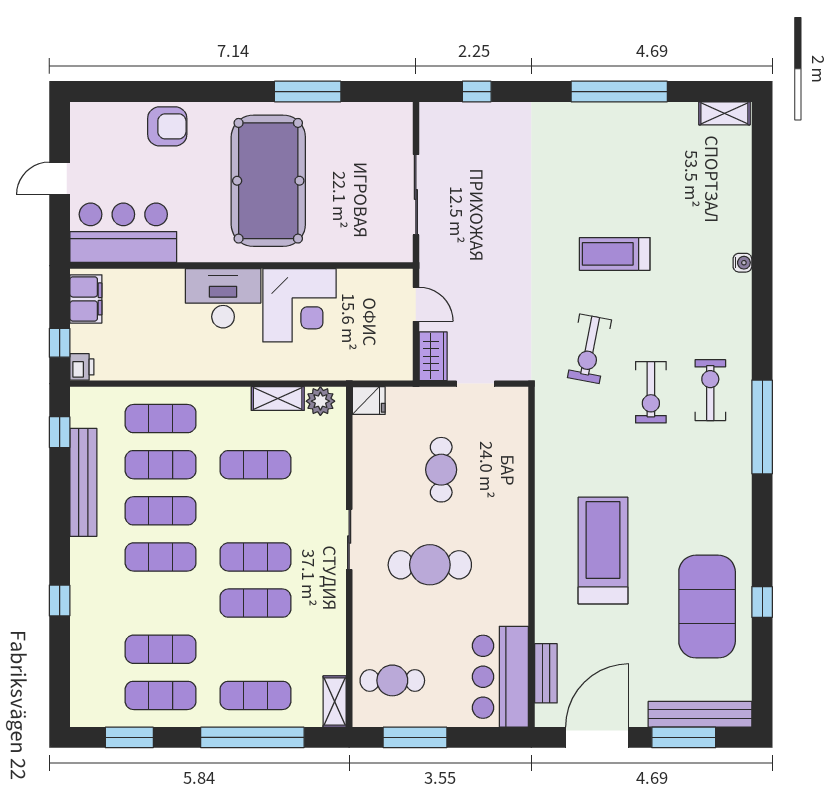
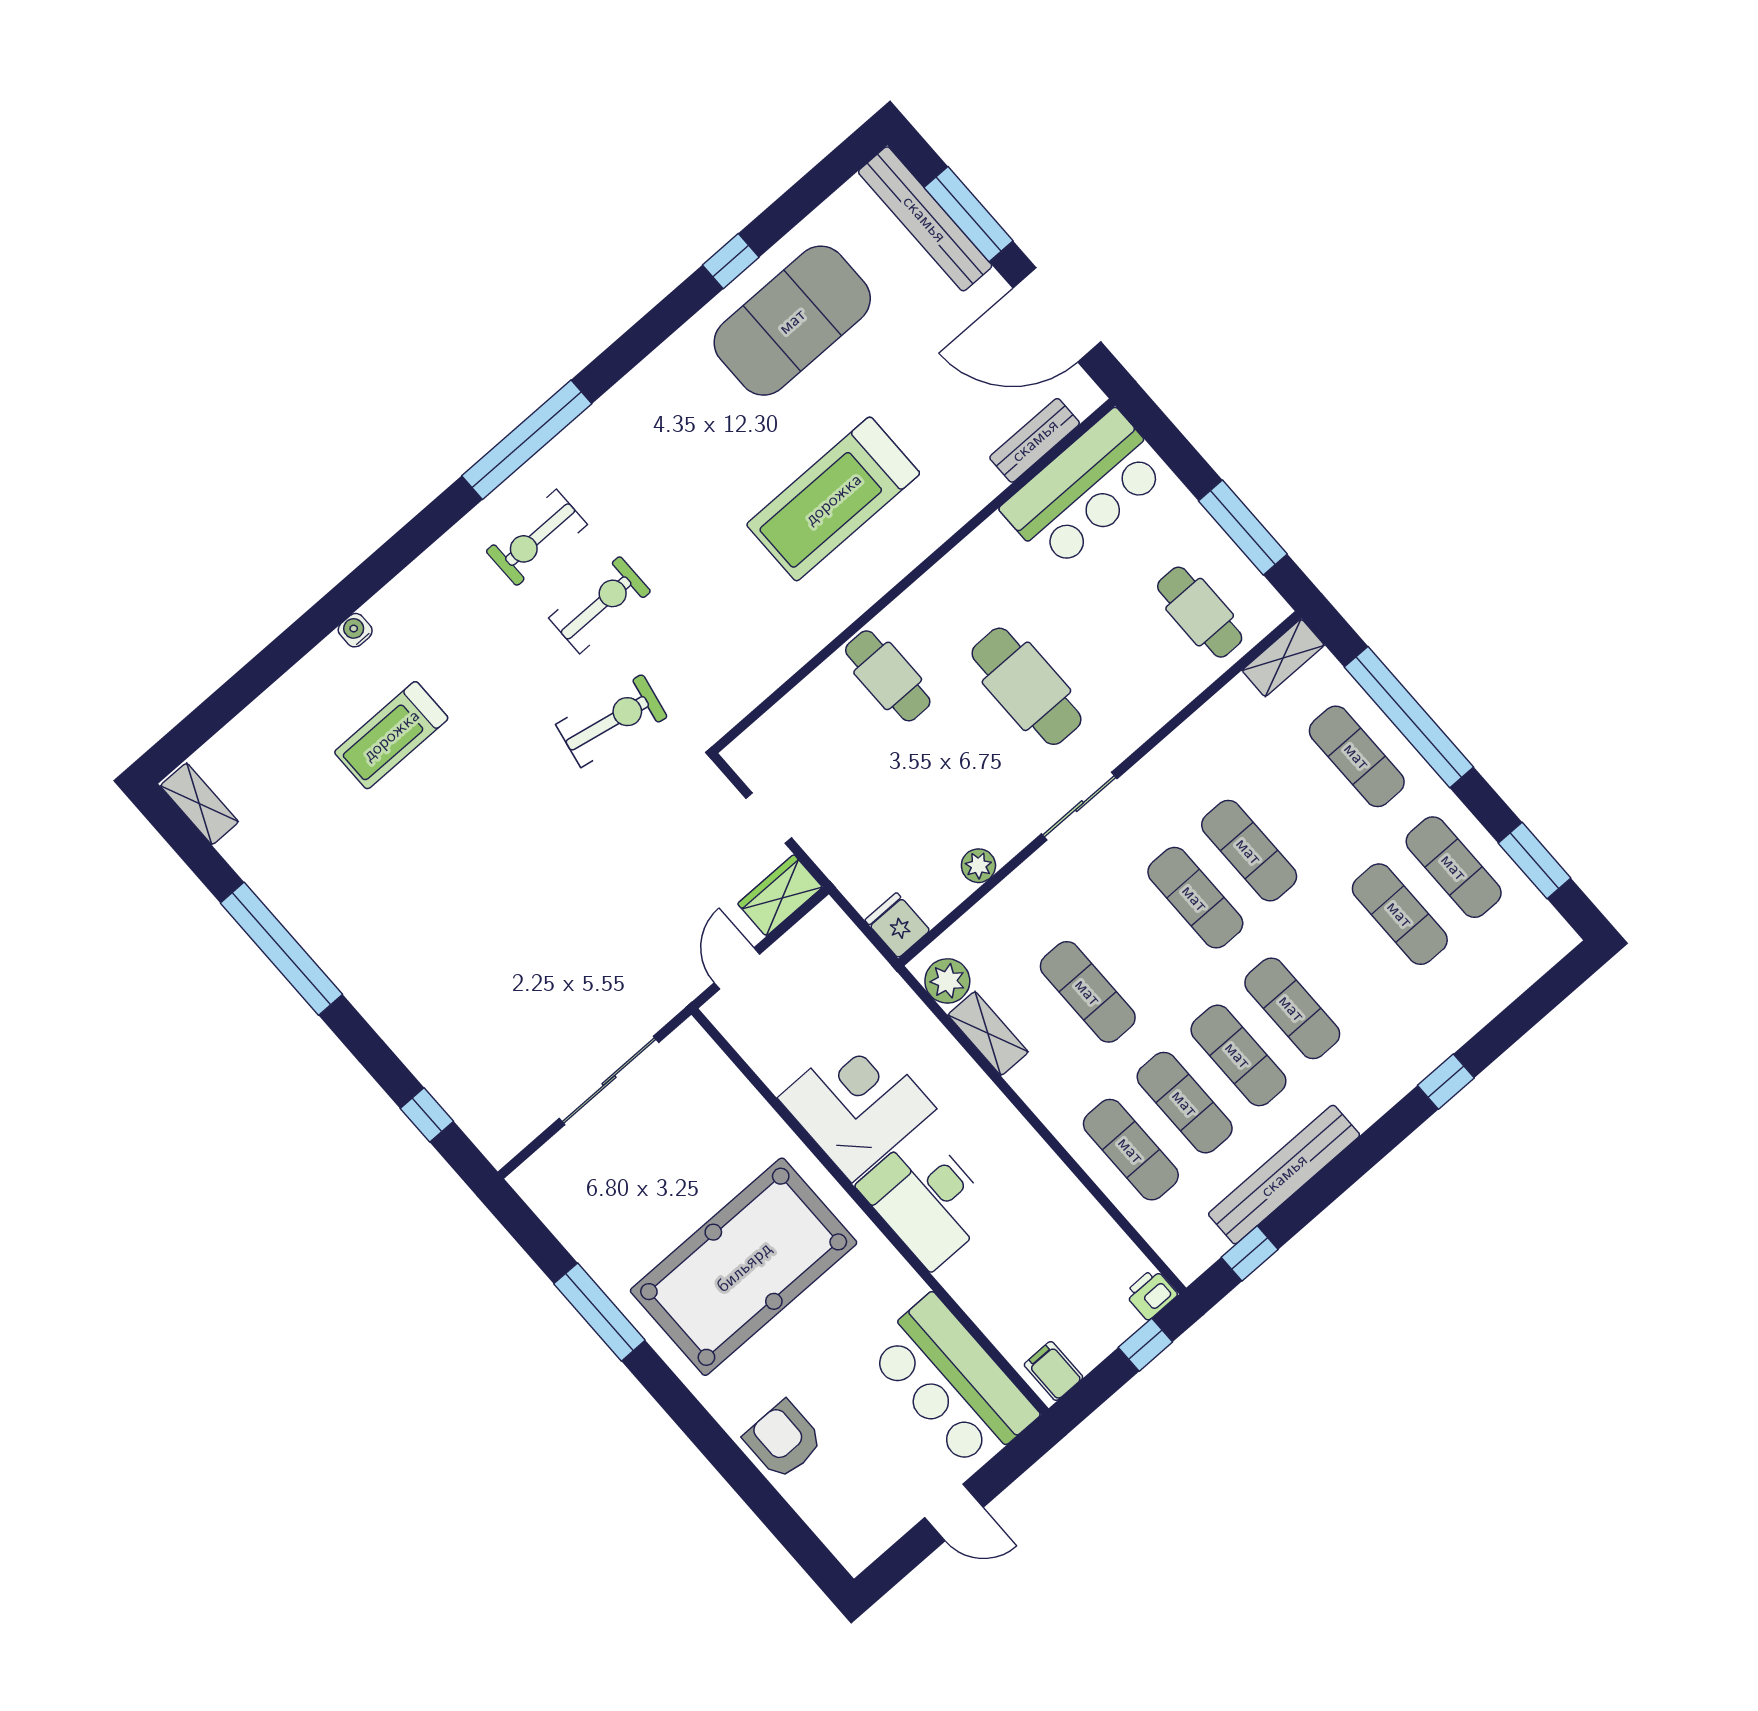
treadmill: (615, 254) -> (391, 735), moved, turned 90
filing cabinet: (86, 299) -> (1053, 1371), width x0.50
plant: (363, 465) -> (978, 866), added
cafe table: (441, 470) -> (888, 676), moved, turned 90

